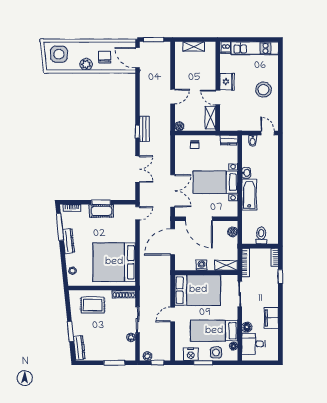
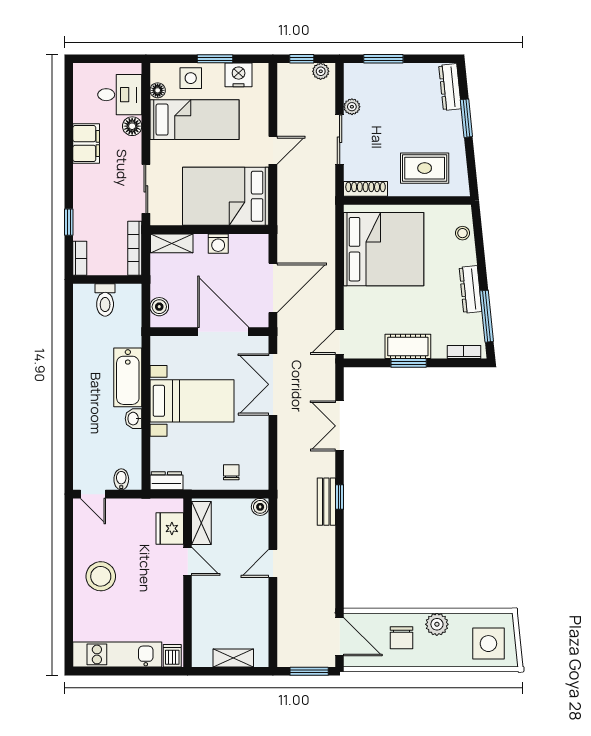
fridge: (227, 82) -> (170, 528), moved

